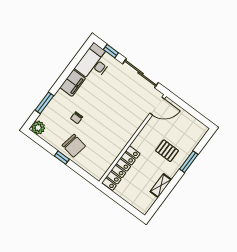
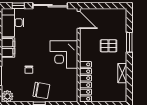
door: (157, 106) -> (79, 20), hinge flipped
corner desk: (120, 128) -> (64, 54), added

